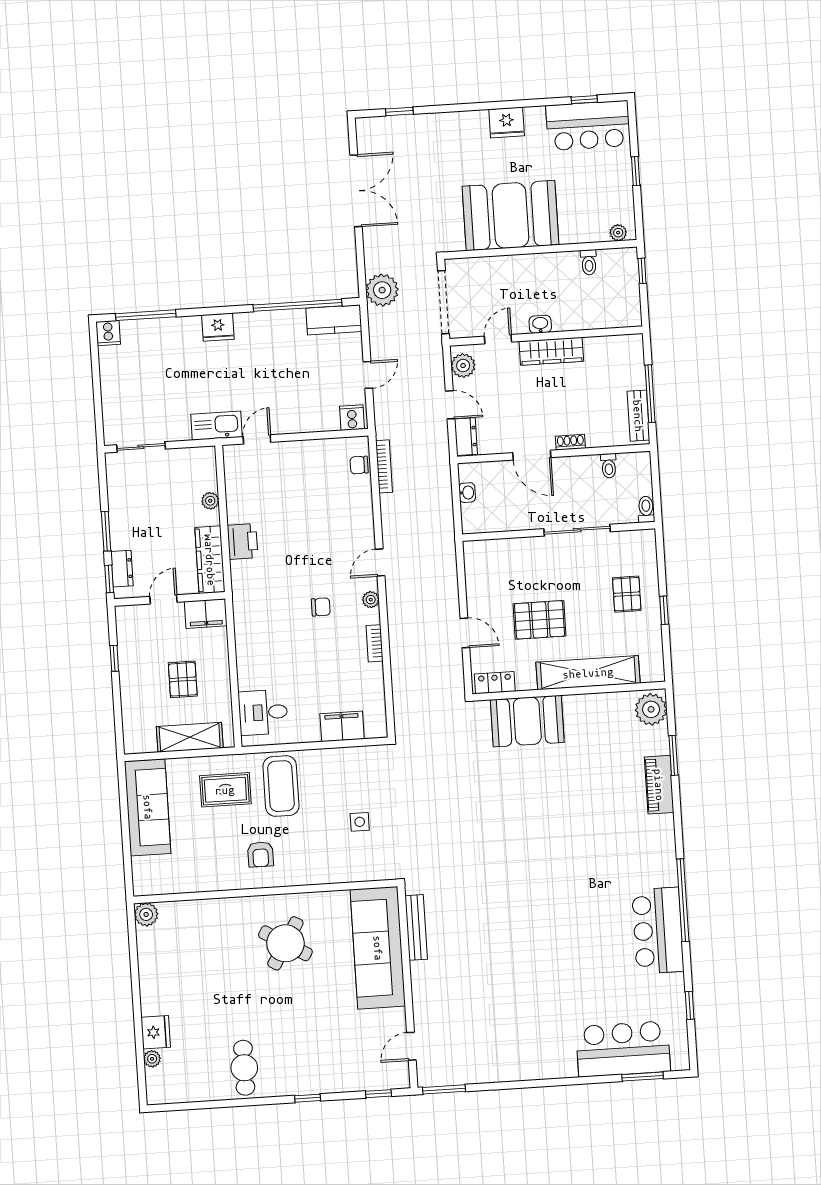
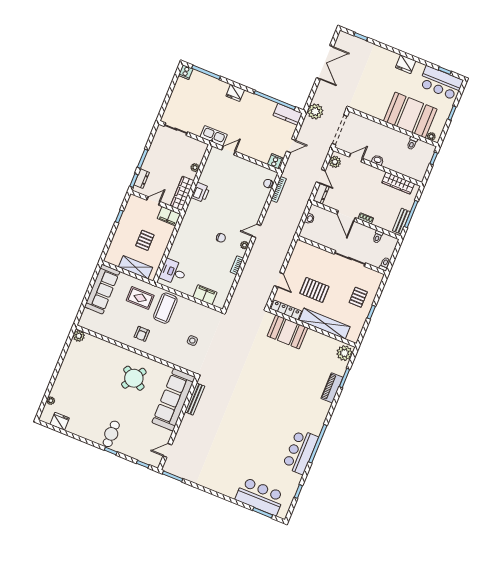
booth: (511, 216) -> (410, 115), moved
wardrobe: (551, 351) -> (398, 183), moved
locker: (495, 683) -> (286, 310), width x1.53
fridge: (156, 1032) -> (60, 421), moved, turned -90
cafe table: (244, 1068) -> (111, 434), moved

